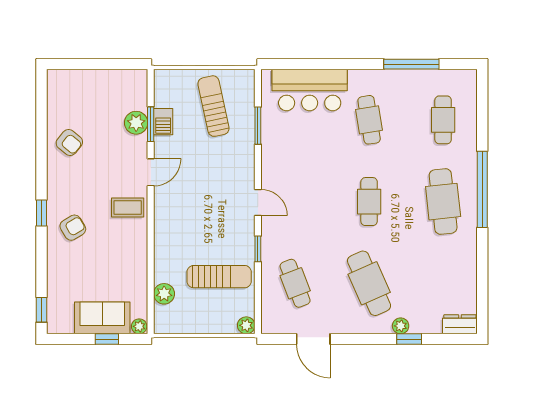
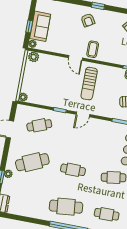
door: (151, 172) -> (75, 58), moved
sun lounger: (219, 277) -> (89, 84), moved
plant: (164, 294) -> (34, 57), moved

